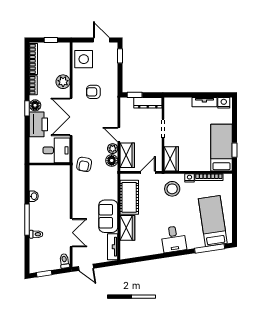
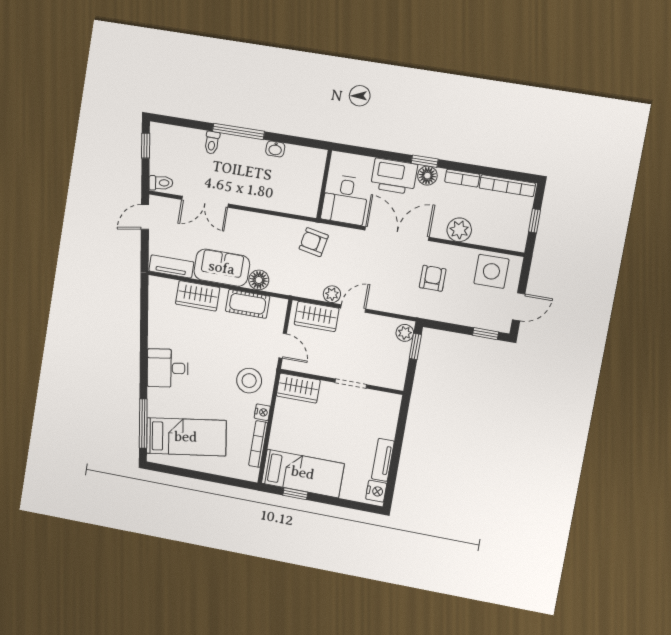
plant: (128, 102) -> (405, 333), added
dresser: (148, 103) -> (398, 366), removed
floor lamp: (112, 160) -> (259, 280), moved
cot: (129, 197) -> (248, 304), width x0.73, depth x0.75

